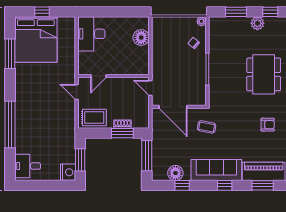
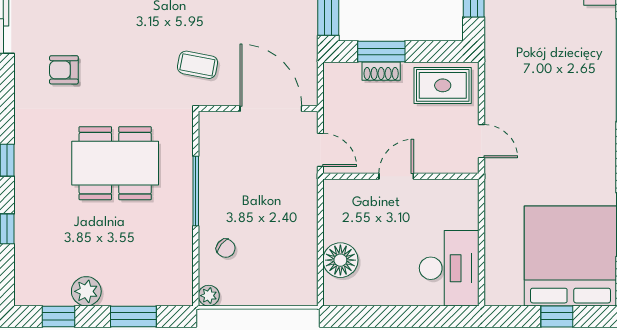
dining table: (264, 74) -> (115, 163), moved, turned 90
door: (98, 76) -> (396, 176), moved

